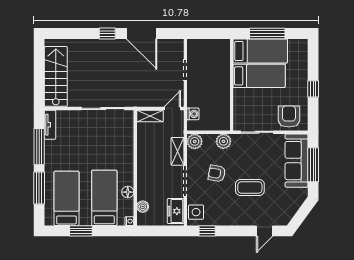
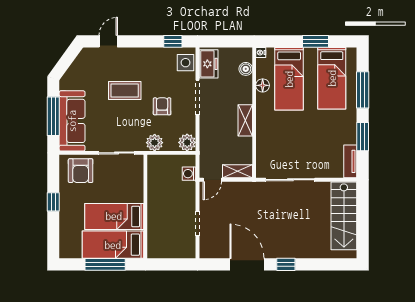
window: (39, 147) -> (363, 137), width x0.69
shelving: (178, 151) -> (245, 120), moved
armchair: (217, 173) -> (162, 106), turned -100

